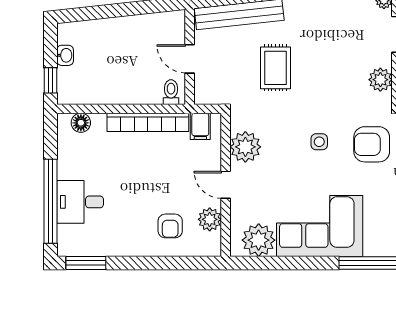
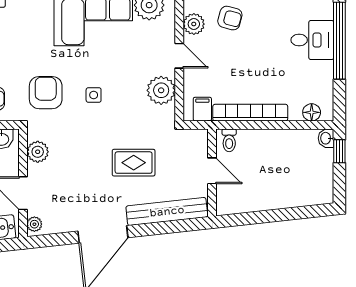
washbasin: (65, 55) -> (326, 138), moved
rug: (275, 68) -> (134, 163), turned 90
armchair: (372, 144) -> (46, 93), turned -90
armchair: (170, 226) -> (230, 18), turned 105

